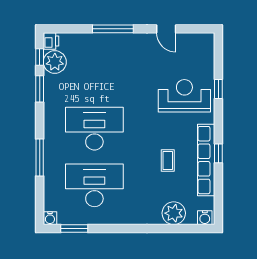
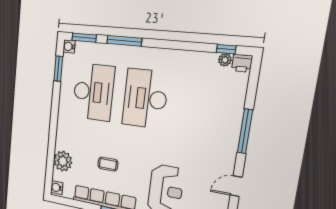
plant: (55, 62) -> (225, 60), width x0.53, depth x0.53
window: (40, 89) -> (84, 38), moved
desk: (94, 129) -> (145, 99), turned 180

